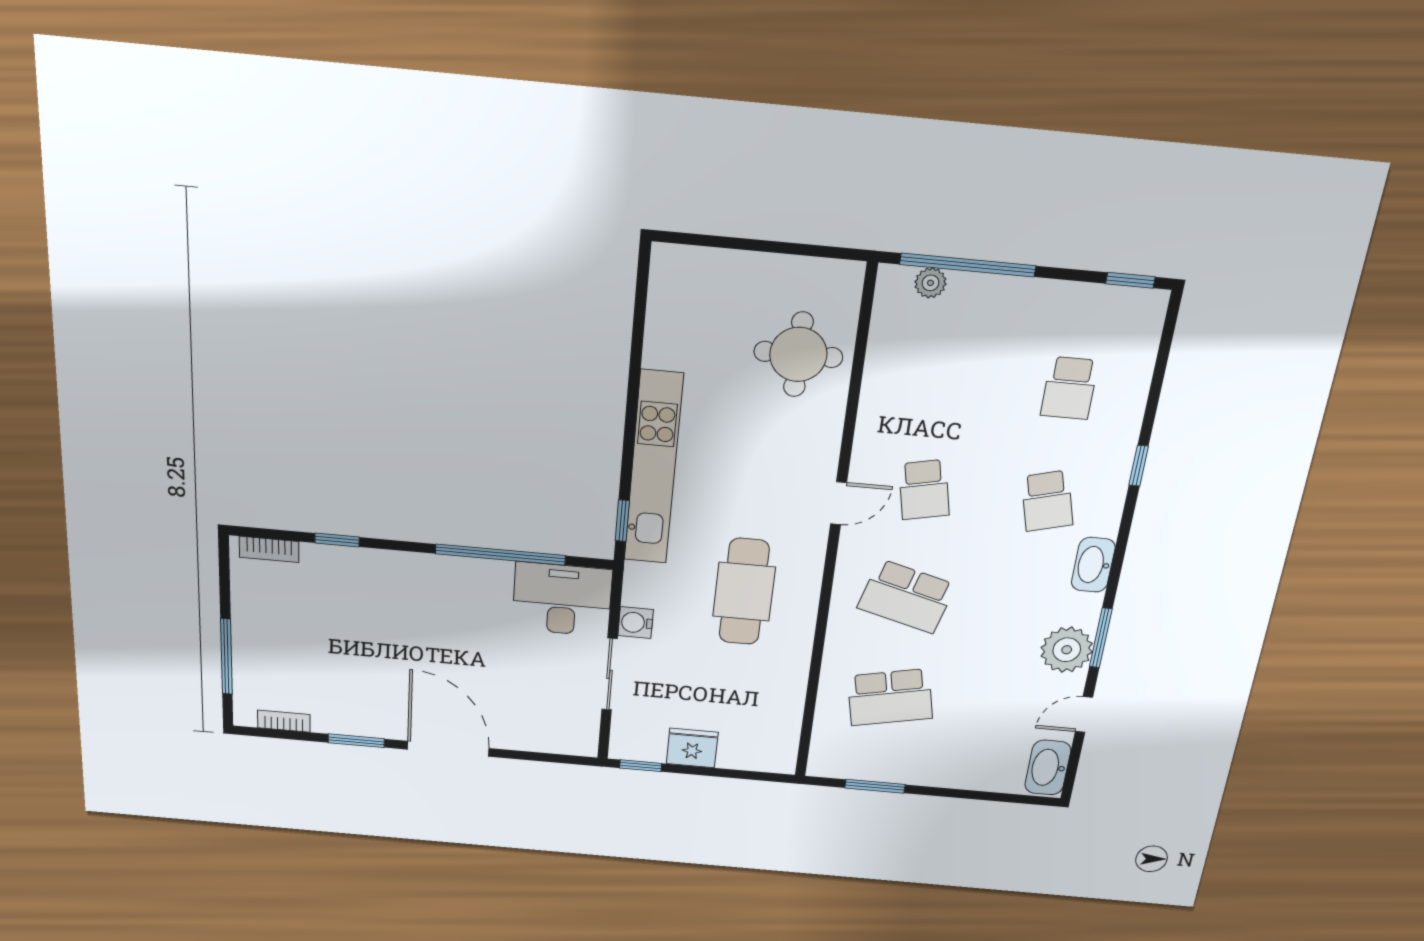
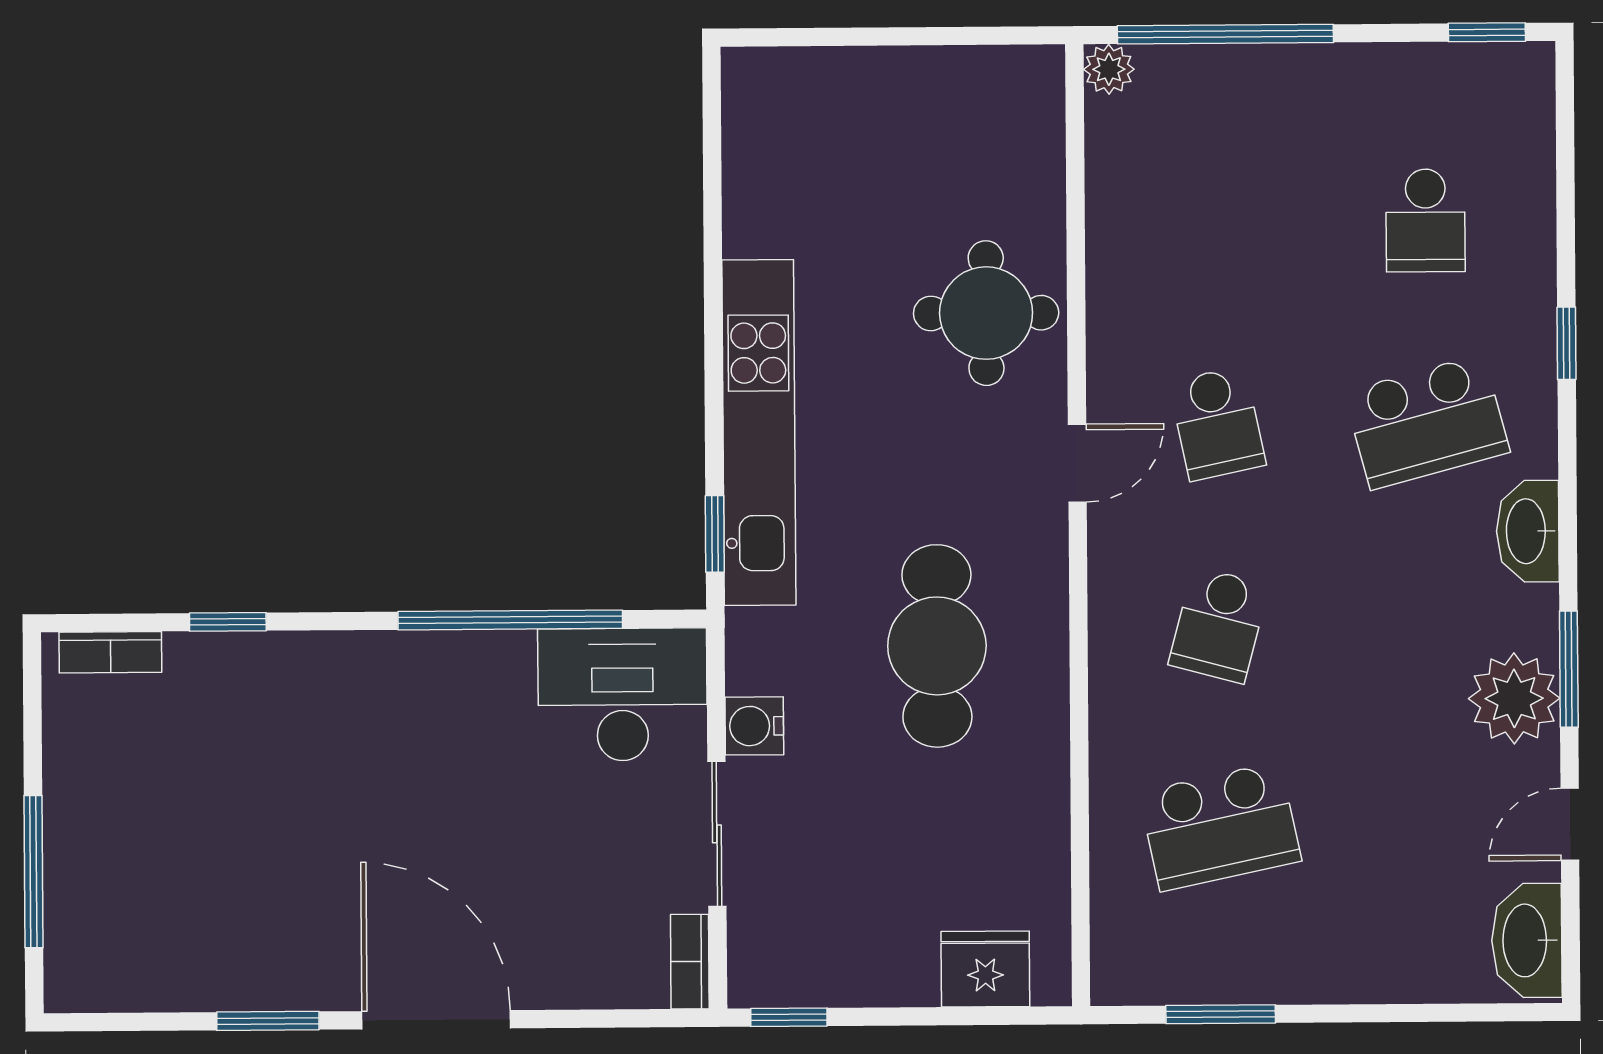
plant: (930, 283) -> (1109, 69), moved
round table: (798, 354) -> (986, 313), moved
school desk: (1047, 501) -> (1427, 422), width x1.85
school desk: (907, 596) -> (1219, 625), width x0.54
bookcase: (284, 721) -> (690, 962), moved, turned -90
fridge: (692, 748) -> (985, 969), moved

